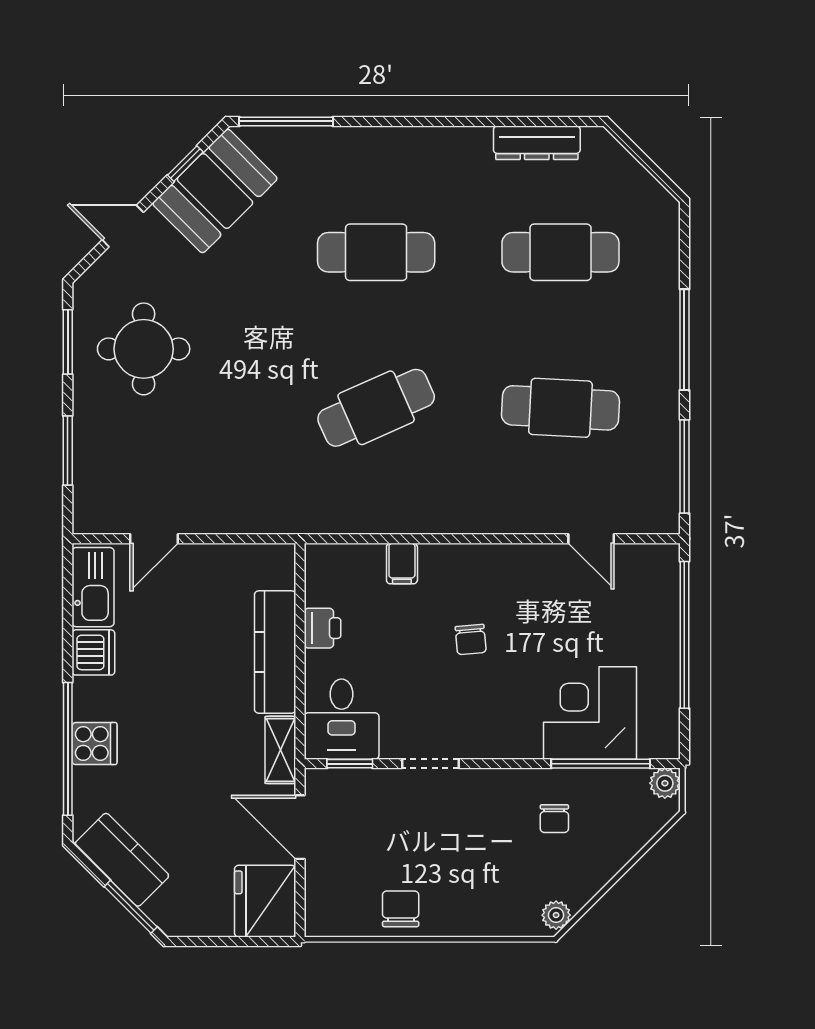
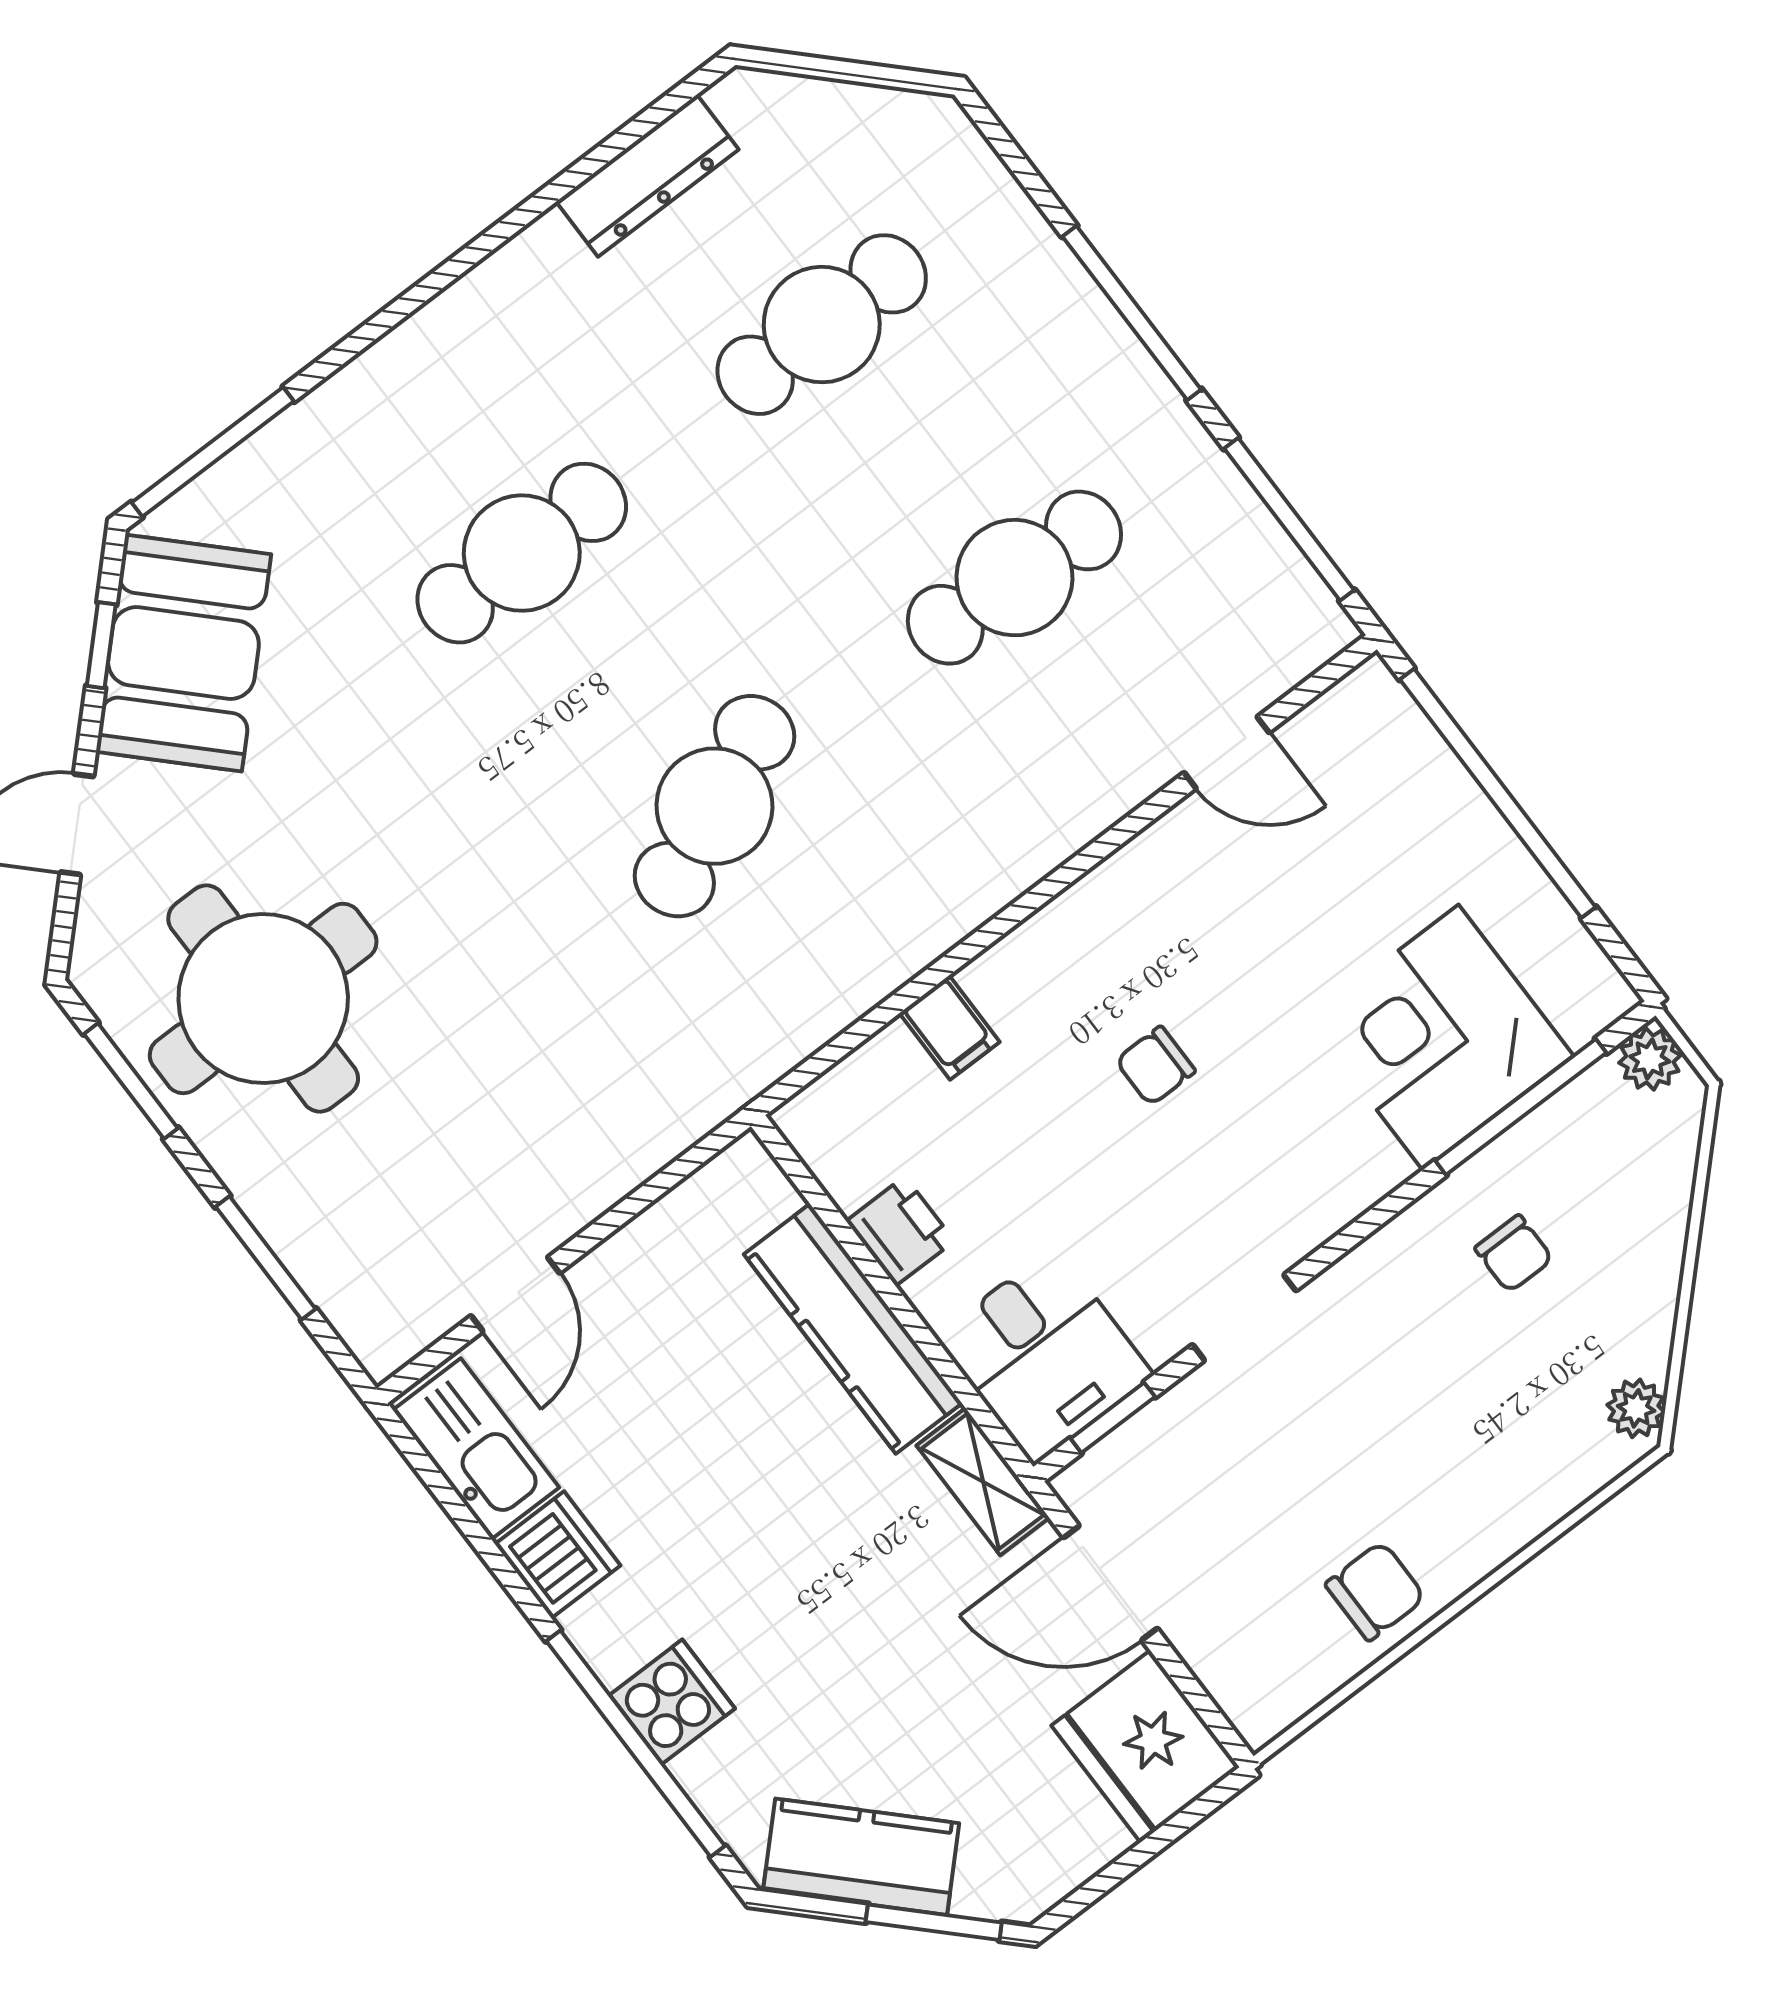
round table: (144, 349) -> (263, 998), width x1.36, depth x1.36
chair: (471, 639) -> (1155, 1066), turned 95
chair: (401, 909) -> (1375, 1591), turned 90

